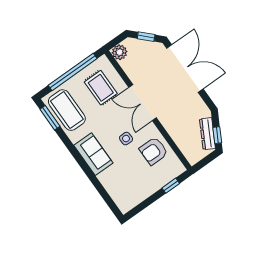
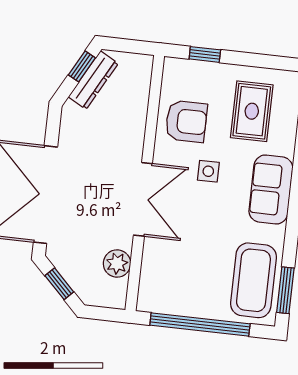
plant: (120, 52) -> (117, 263), moved
rug: (101, 88) -> (252, 111), moved

